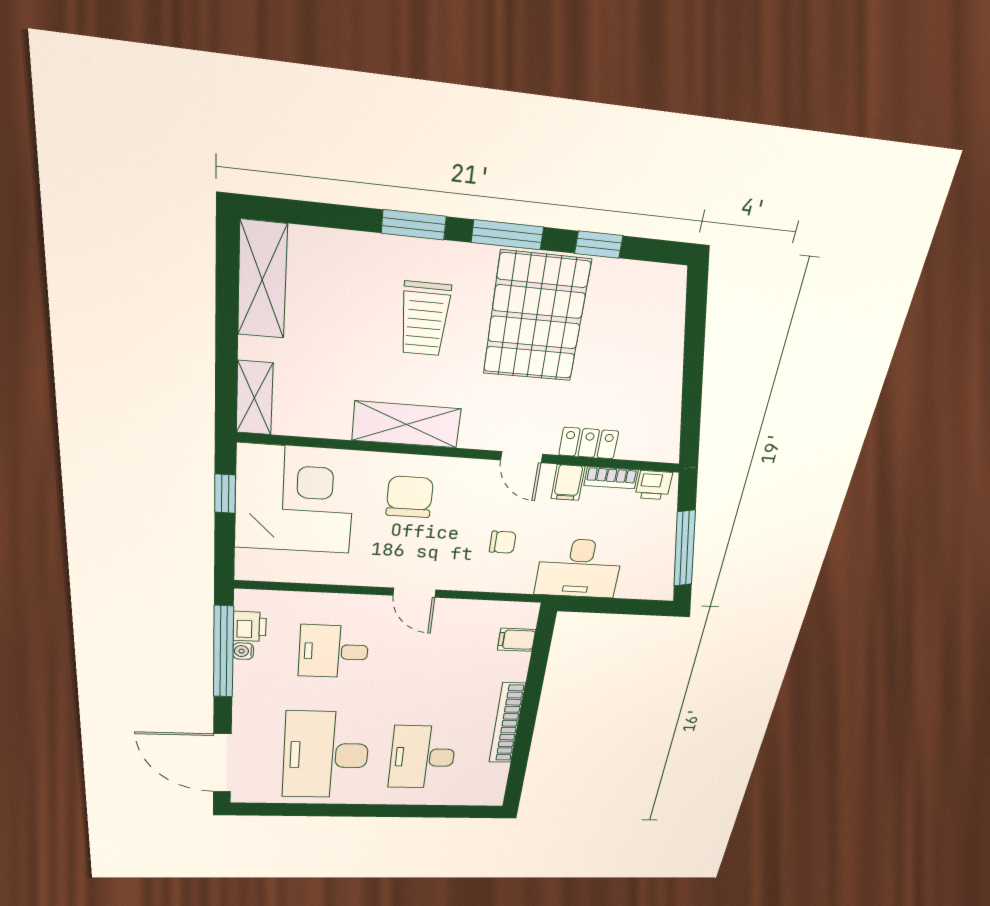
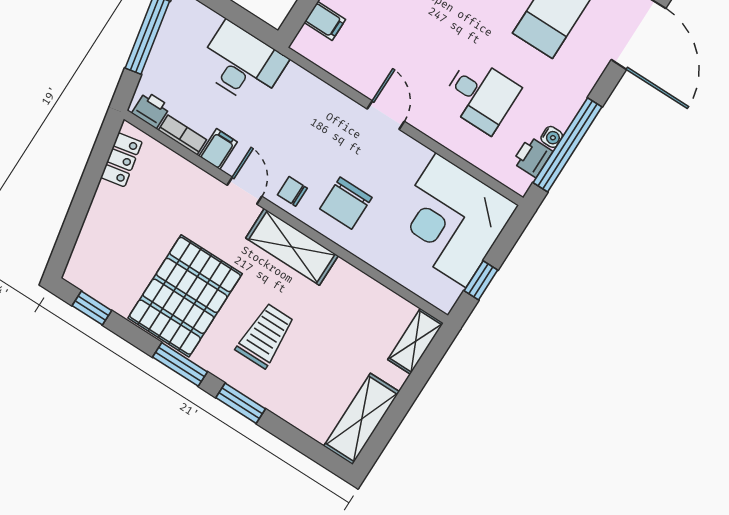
window: (599, 245) -> (92, 308), moved
shelving: (406, 424) -> (292, 247), moved
locker: (589, 443) -> (121, 160), moved, turned -101
corner desk: (294, 500) -> (451, 220), moved
chair: (503, 542) -> (292, 191), moved

